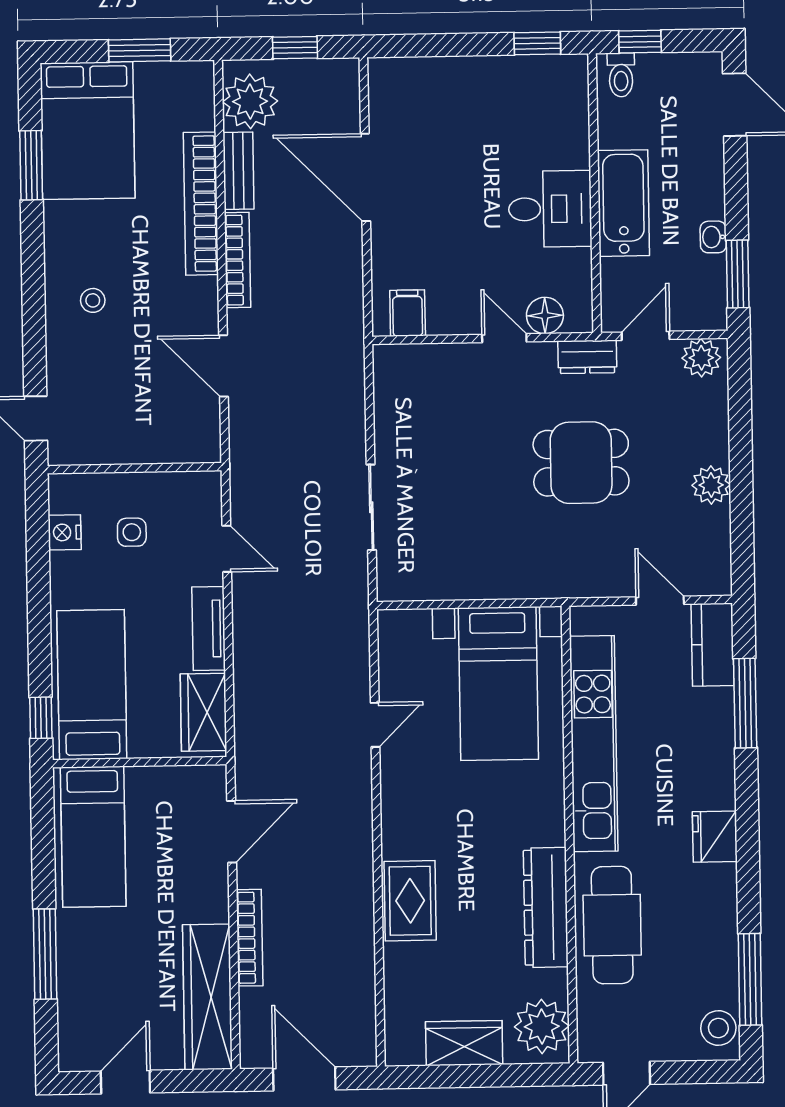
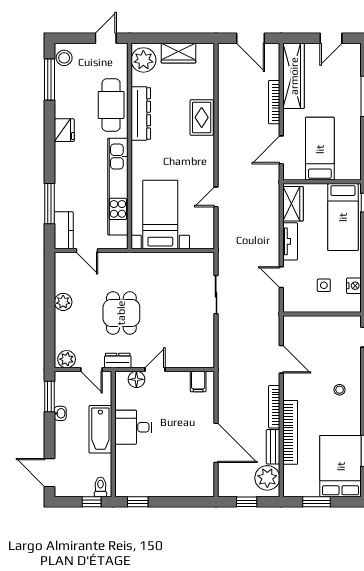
door: (646, 336) -> (91, 370), hinge flipped
door: (504, 338) -> (155, 370), swing flipped
dining table: (581, 463) -> (121, 313), turned 90
bed: (93, 837) -> (320, 149), moved
fridge: (715, 837) -> (64, 130), moved

